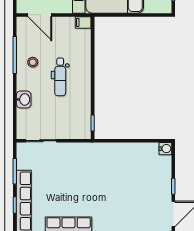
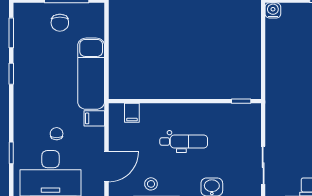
filing cabinet: (83, 22) -> (132, 113), moved
stool: (33, 62) -> (151, 184), moved

